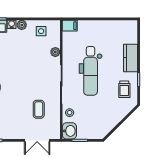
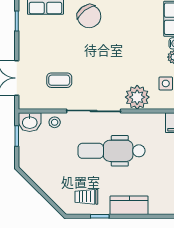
plant: (55, 52) -> (137, 97), width x1.88, depth x1.88

